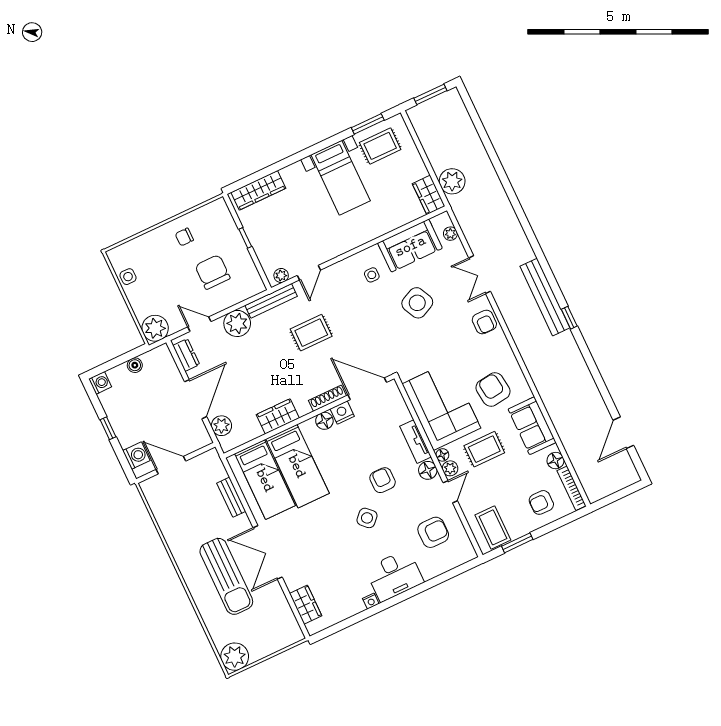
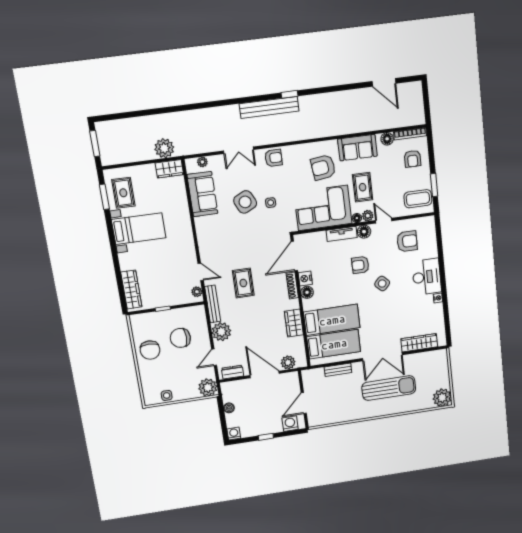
chair: (184, 237) -> (150, 350), width x1.87, depth x1.87
side table: (372, 275) -> (271, 203), moved
armchair: (433, 532) -> (407, 241), turned 90
wardrobe: (306, 605) -> (419, 343), width x1.50

